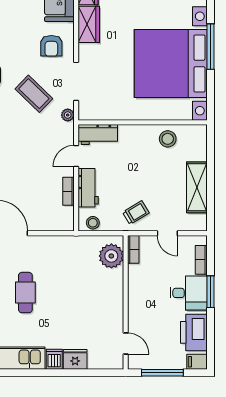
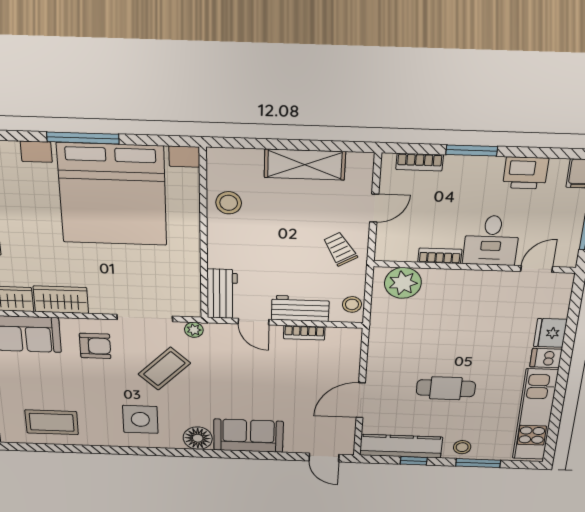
bookcase: (133, 249) -> (440, 256), moved
desk: (189, 293) -> (491, 240), moved, turned 180
printer: (194, 332) -> (526, 173), width x0.73, depth x0.84

